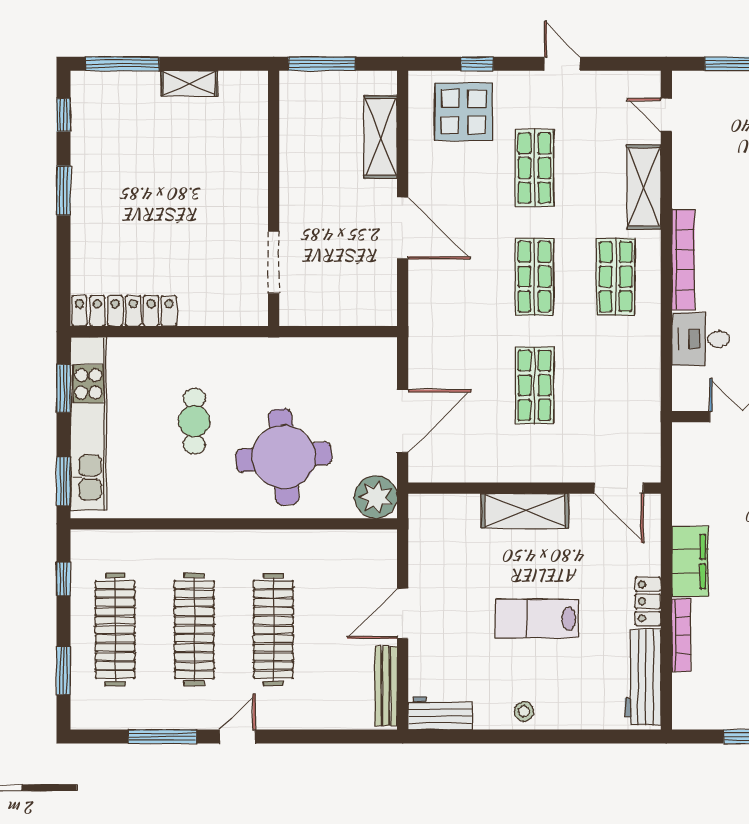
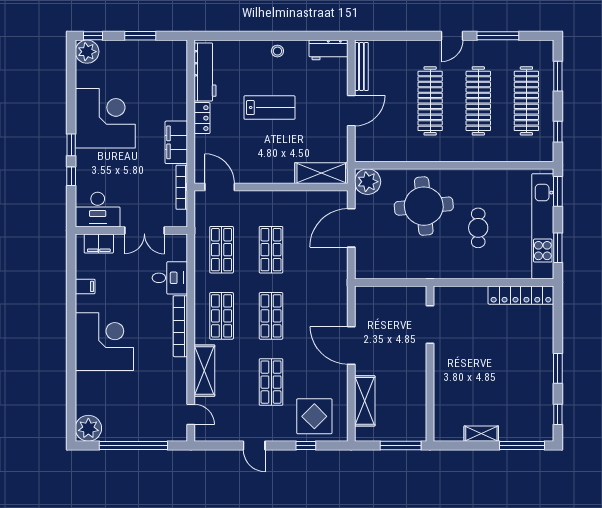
shop shelf: (616, 385) -> (222, 250), added
shelving: (525, 511) -> (321, 173), moved
bookcase: (681, 635) -> (182, 187), moved

